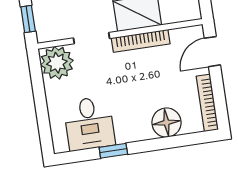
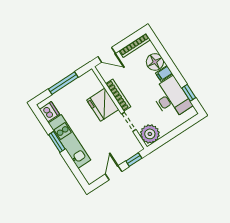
desk: (89, 124) -> (171, 98), width x1.37
filing cabinet: (142, 129) -> (164, 73), added
window: (113, 151) -> (189, 93), moved

